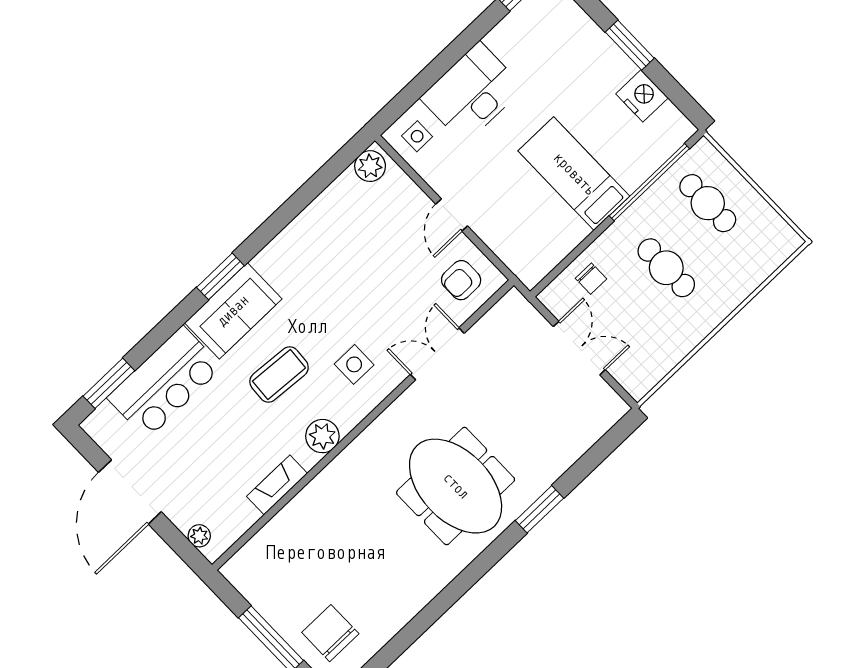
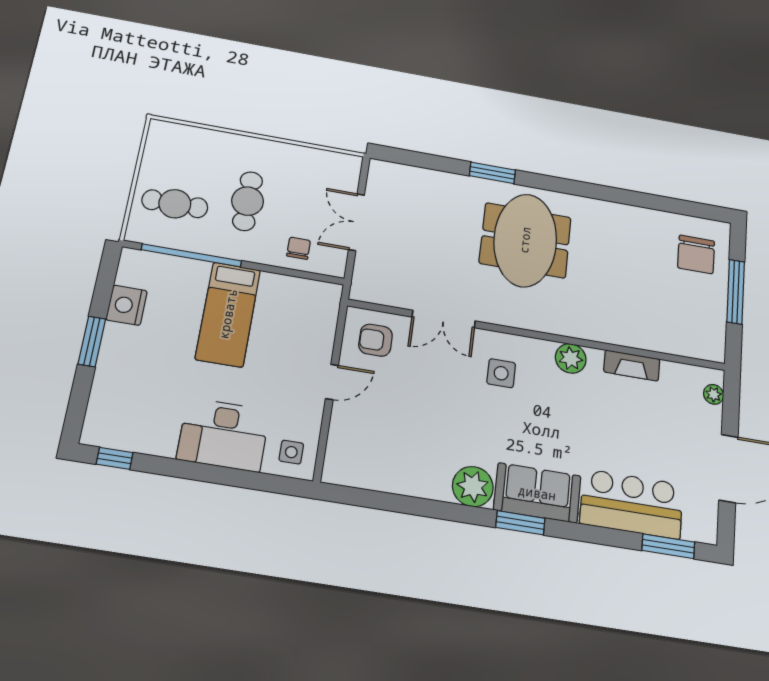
plant: (370, 166) -> (473, 487), moved, width x1.36, depth x1.36
cafe table: (708, 203) -> (175, 204), turned 90
armchair: (461, 280) -> (376, 340), turned 180
coffee table: (279, 374) -> (554, 423), removed

